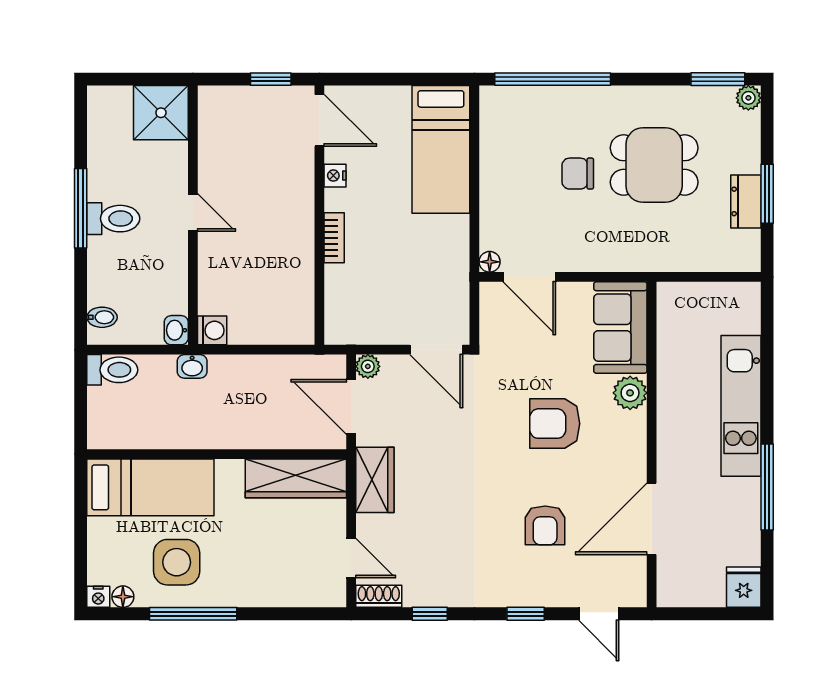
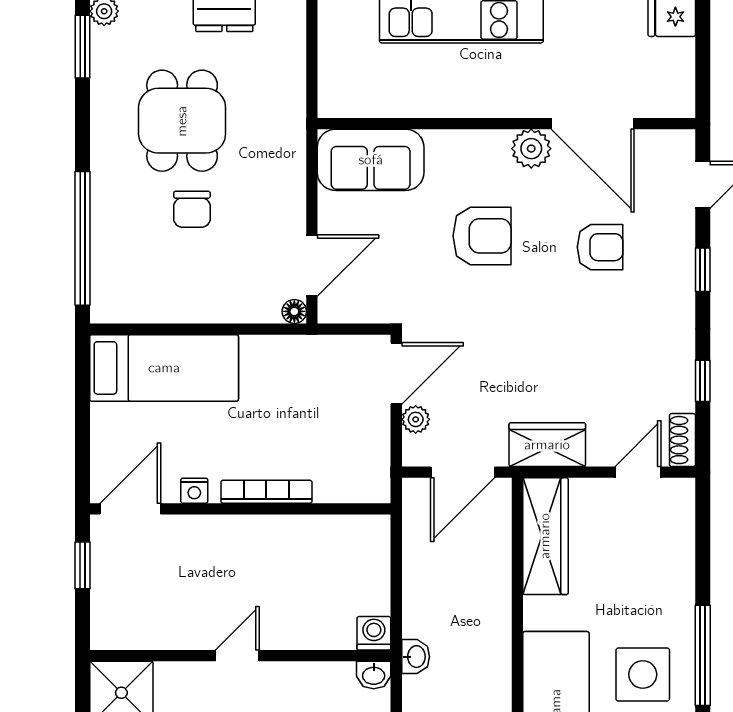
bookcase: (334, 238) -> (266, 492), width x1.56
plant: (368, 366) -> (416, 419), moved
plant: (630, 393) -> (531, 149), moved
armchair: (555, 424) -> (482, 236), turned -90

